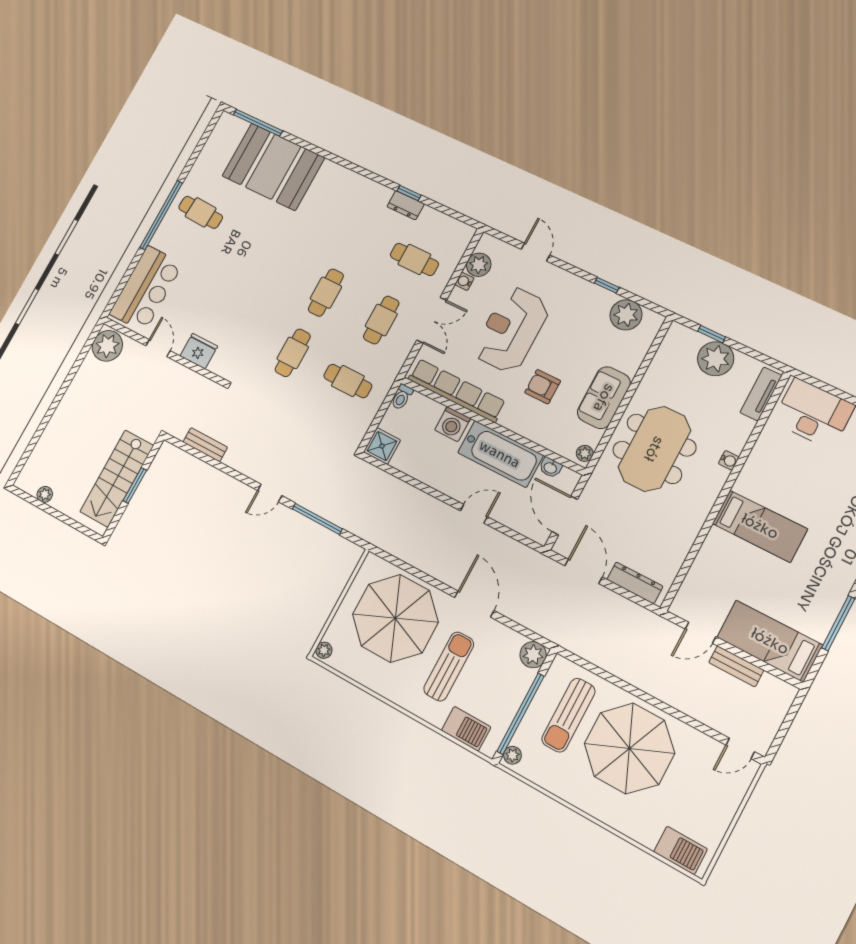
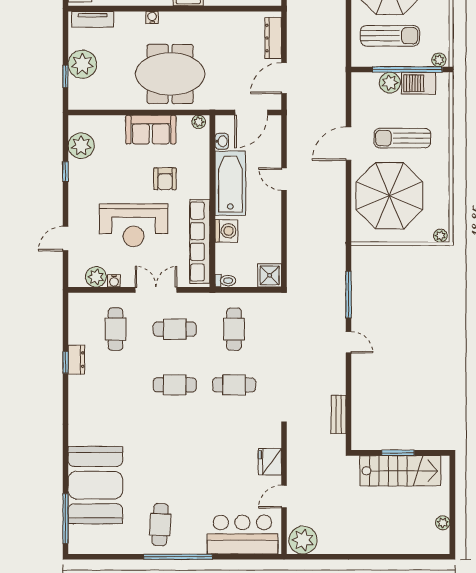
plant: (533, 655) -> (390, 83), moved
barbecue: (466, 729) -> (419, 83), moved, turned -90

